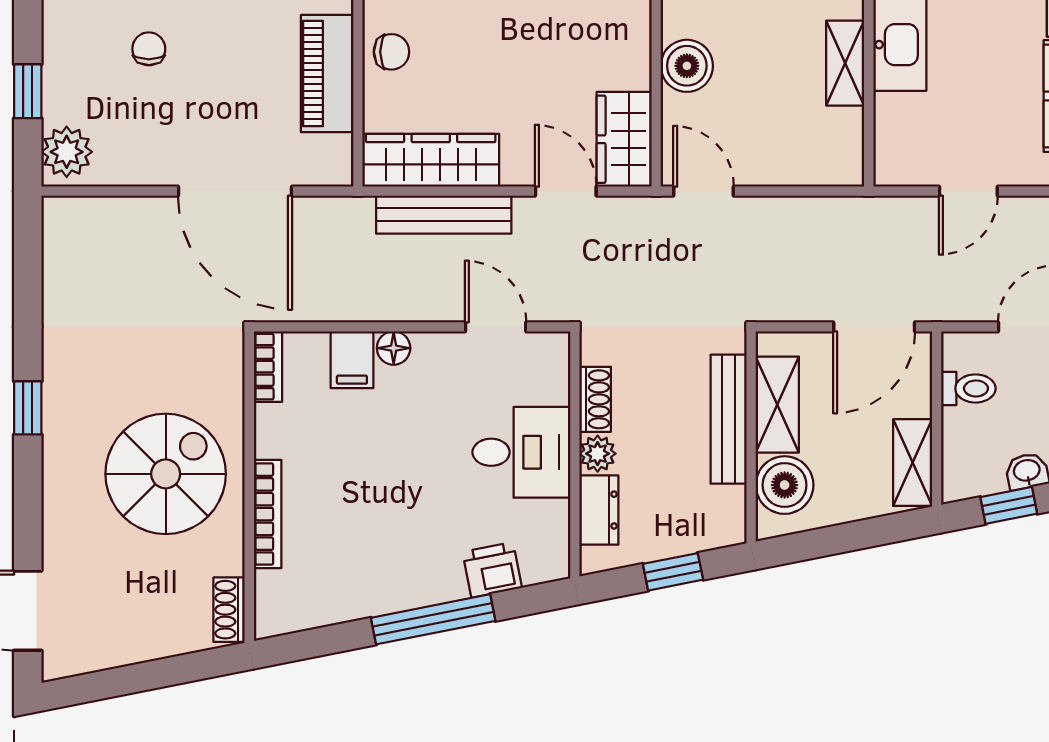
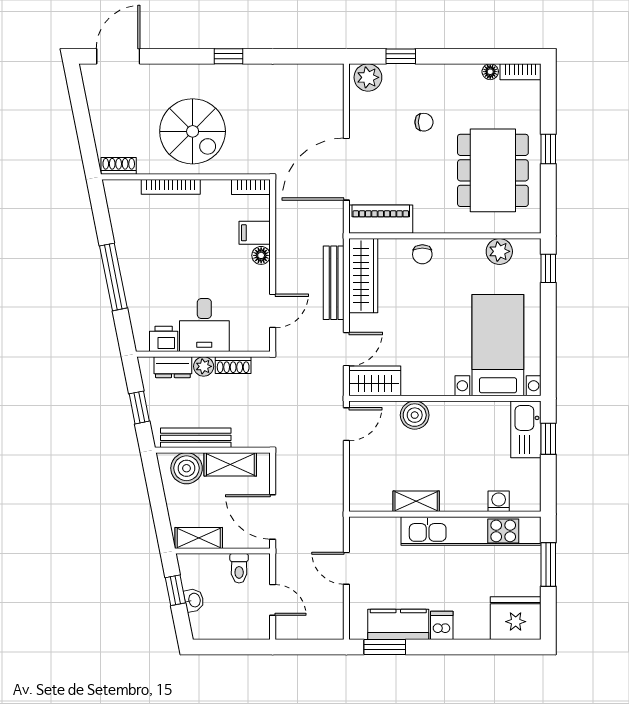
piano: (327, 74) -> (381, 219), moved
bench: (729, 419) -> (196, 438), moved
printer: (492, 570) -> (164, 339), moved, turned -79

